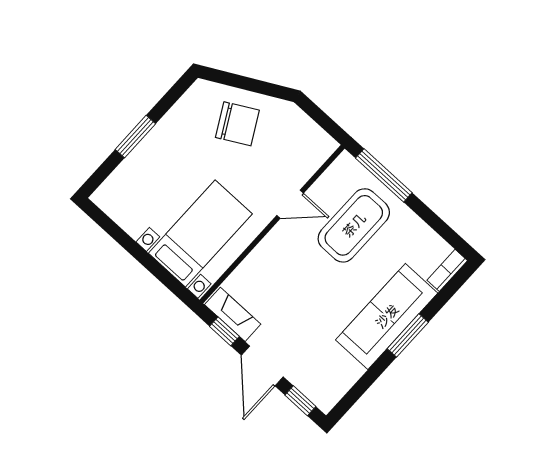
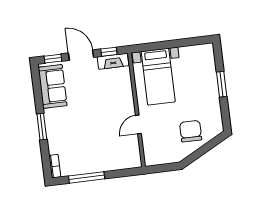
chair: (237, 124) -> (191, 131), turned 119
window: (384, 175) -> (87, 177), moved
coffee table: (354, 225) -> (107, 143), removed
sofa: (387, 316) -> (53, 86), moved, width x0.73

